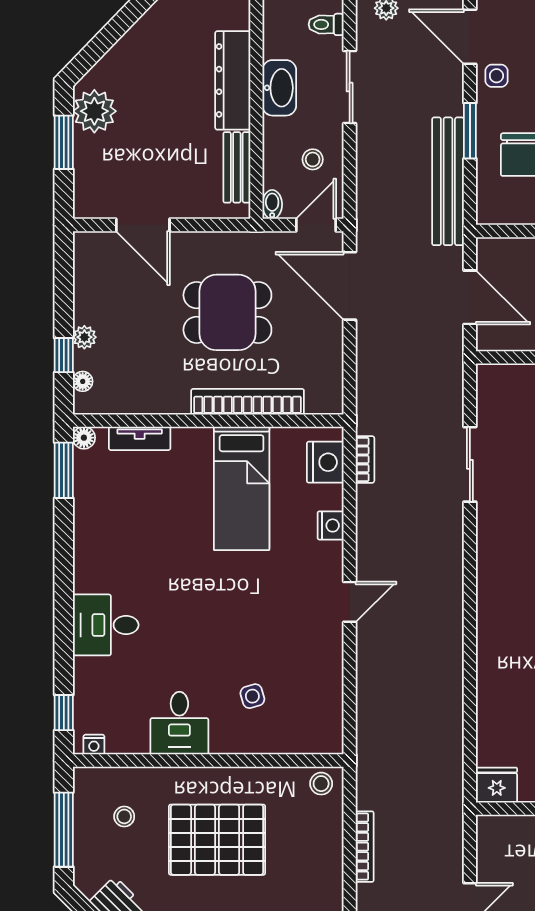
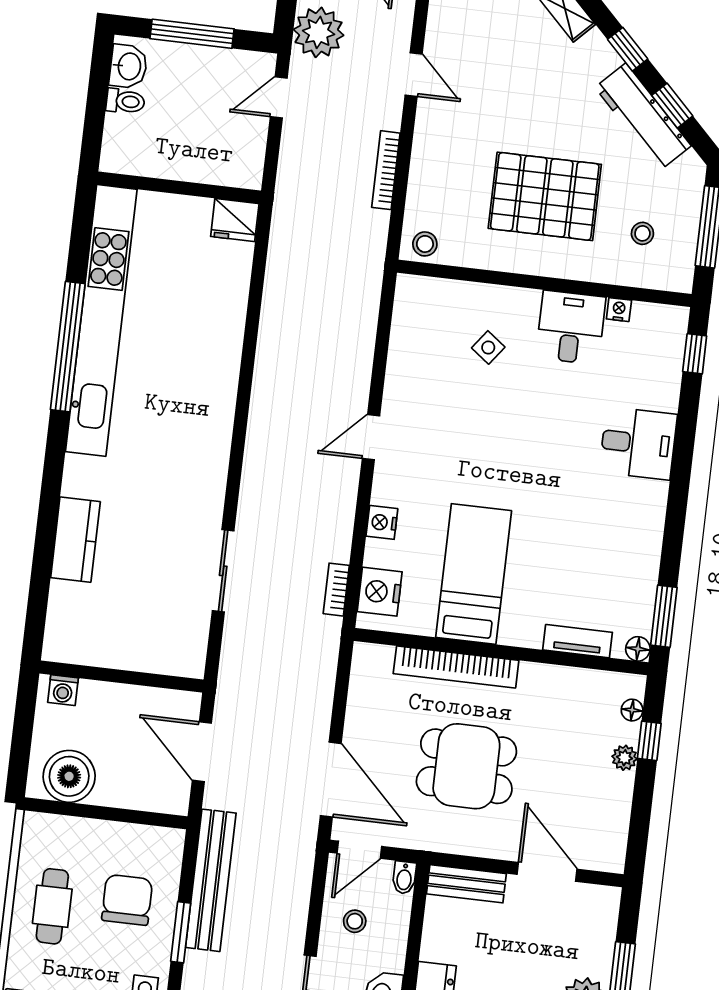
bench: (237, 167) -> (466, 884), moved, turned 90
side table: (252, 696) -> (488, 347), turned -37
nightstand: (94, 745) -> (619, 310), moved

